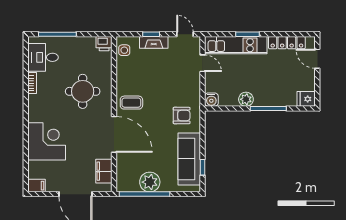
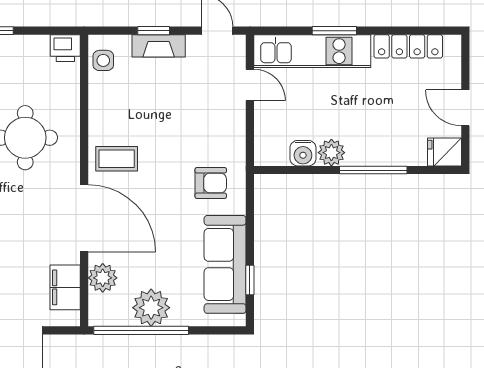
door: (317, 59) -> (465, 108), moved
water cooler: (211, 100) -> (303, 153), moved
plant: (124, 166) -> (103, 278), added

